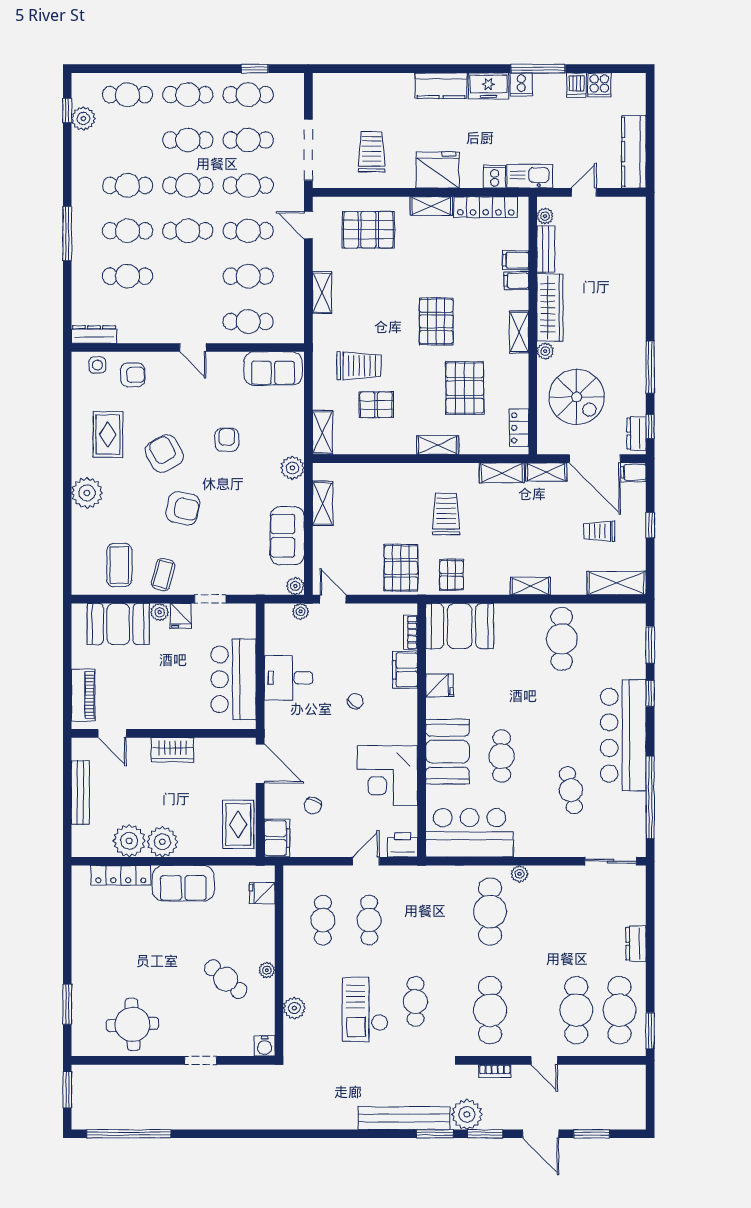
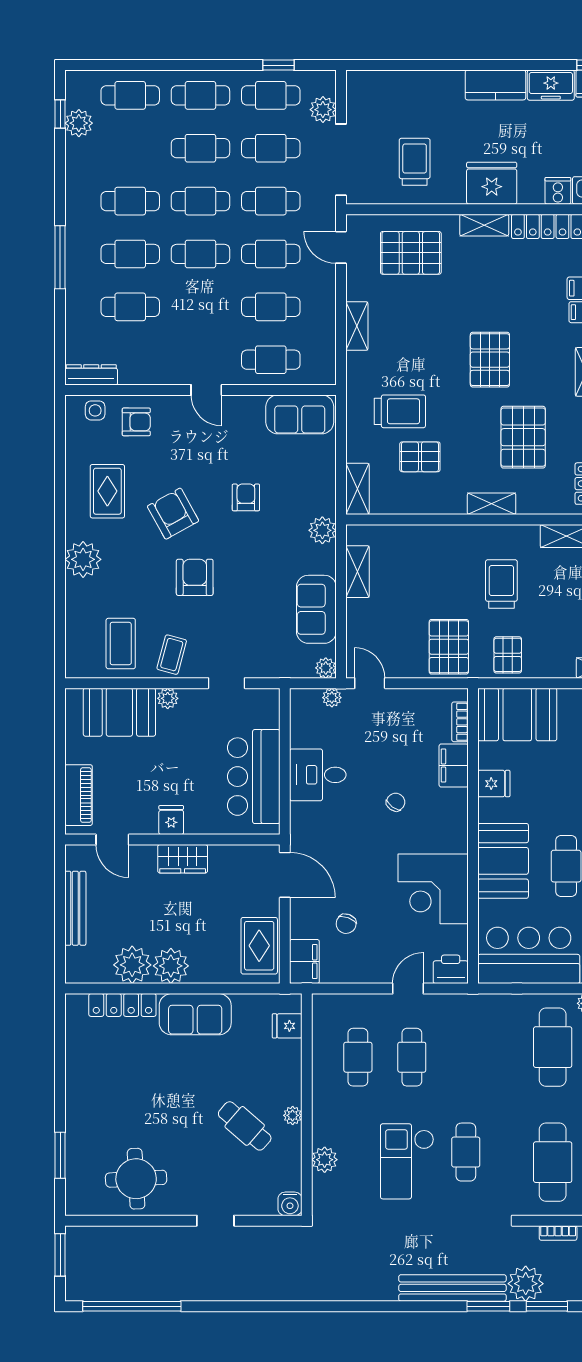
plant: (293, 107) -> (323, 110), added
armchair: (183, 508) -> (195, 577), turned -102
fridge: (181, 616) -> (171, 820), moved, turned 180

